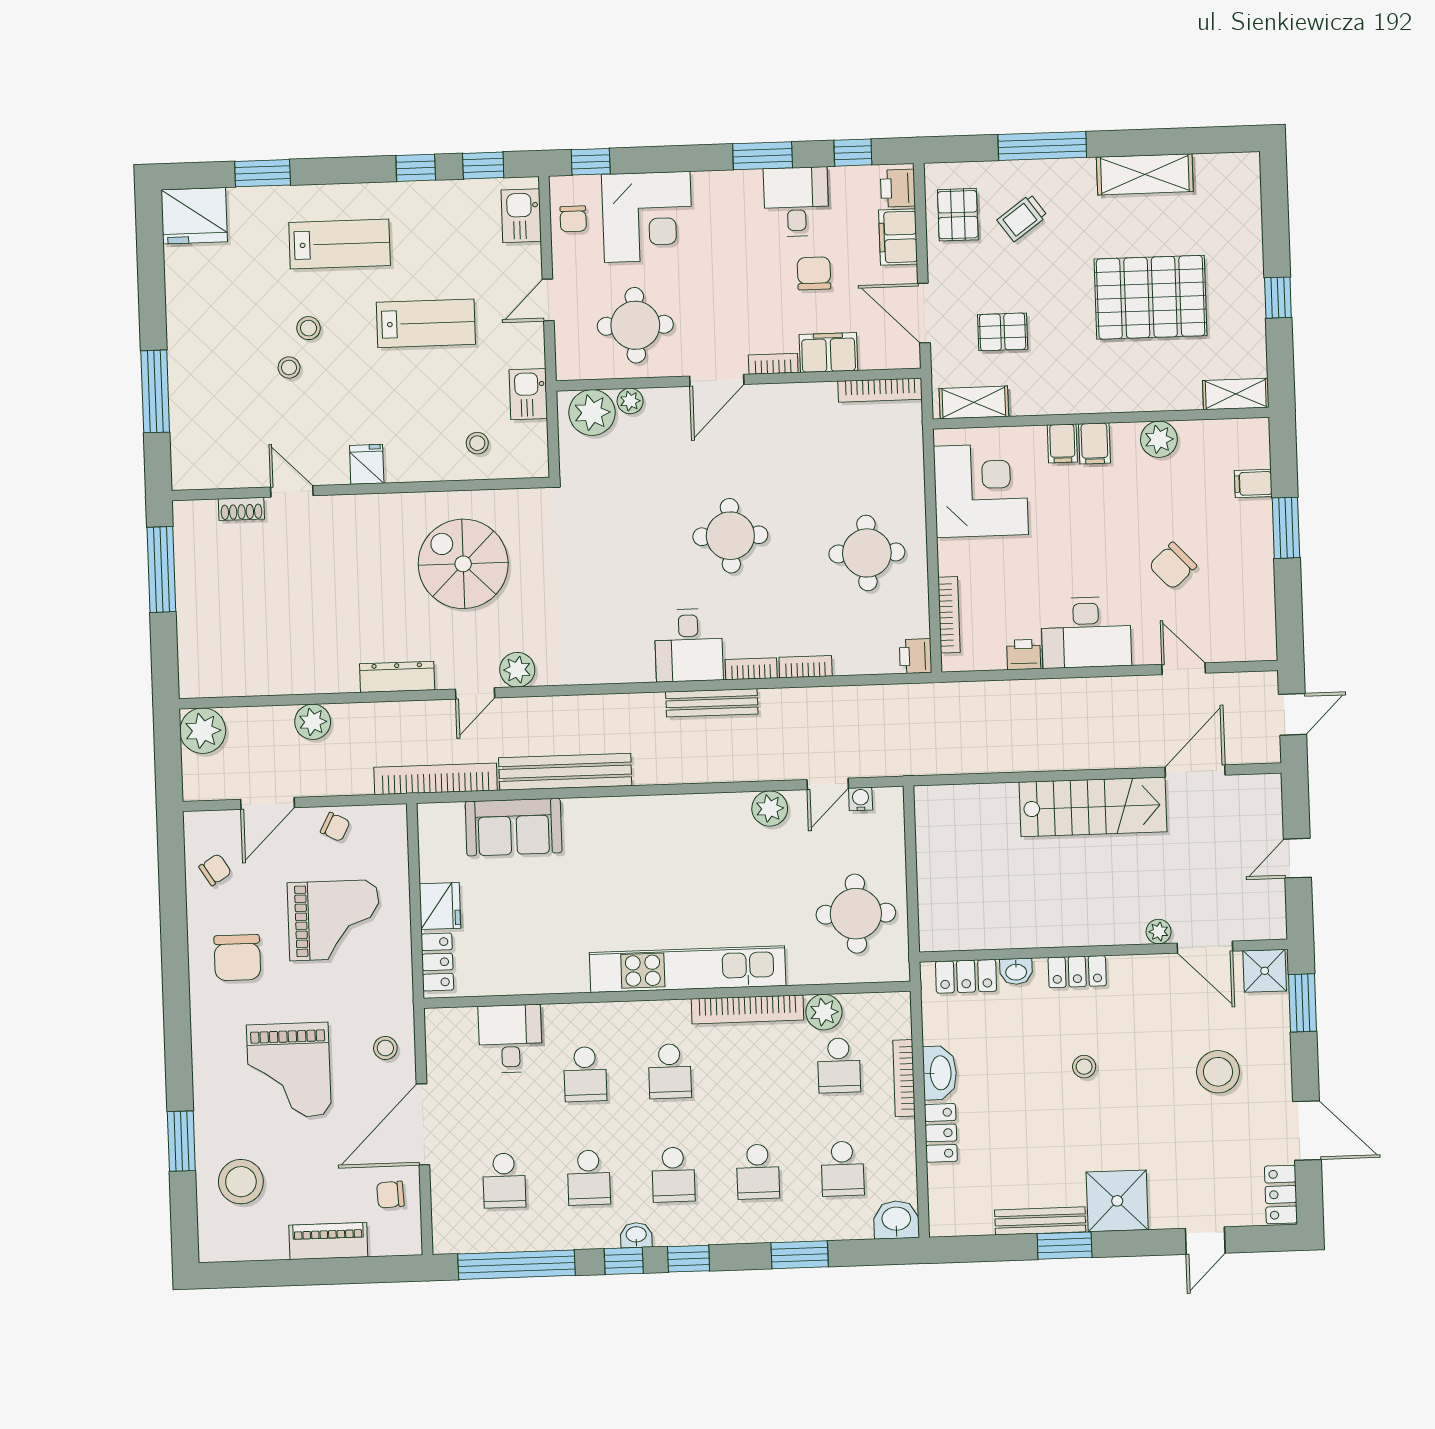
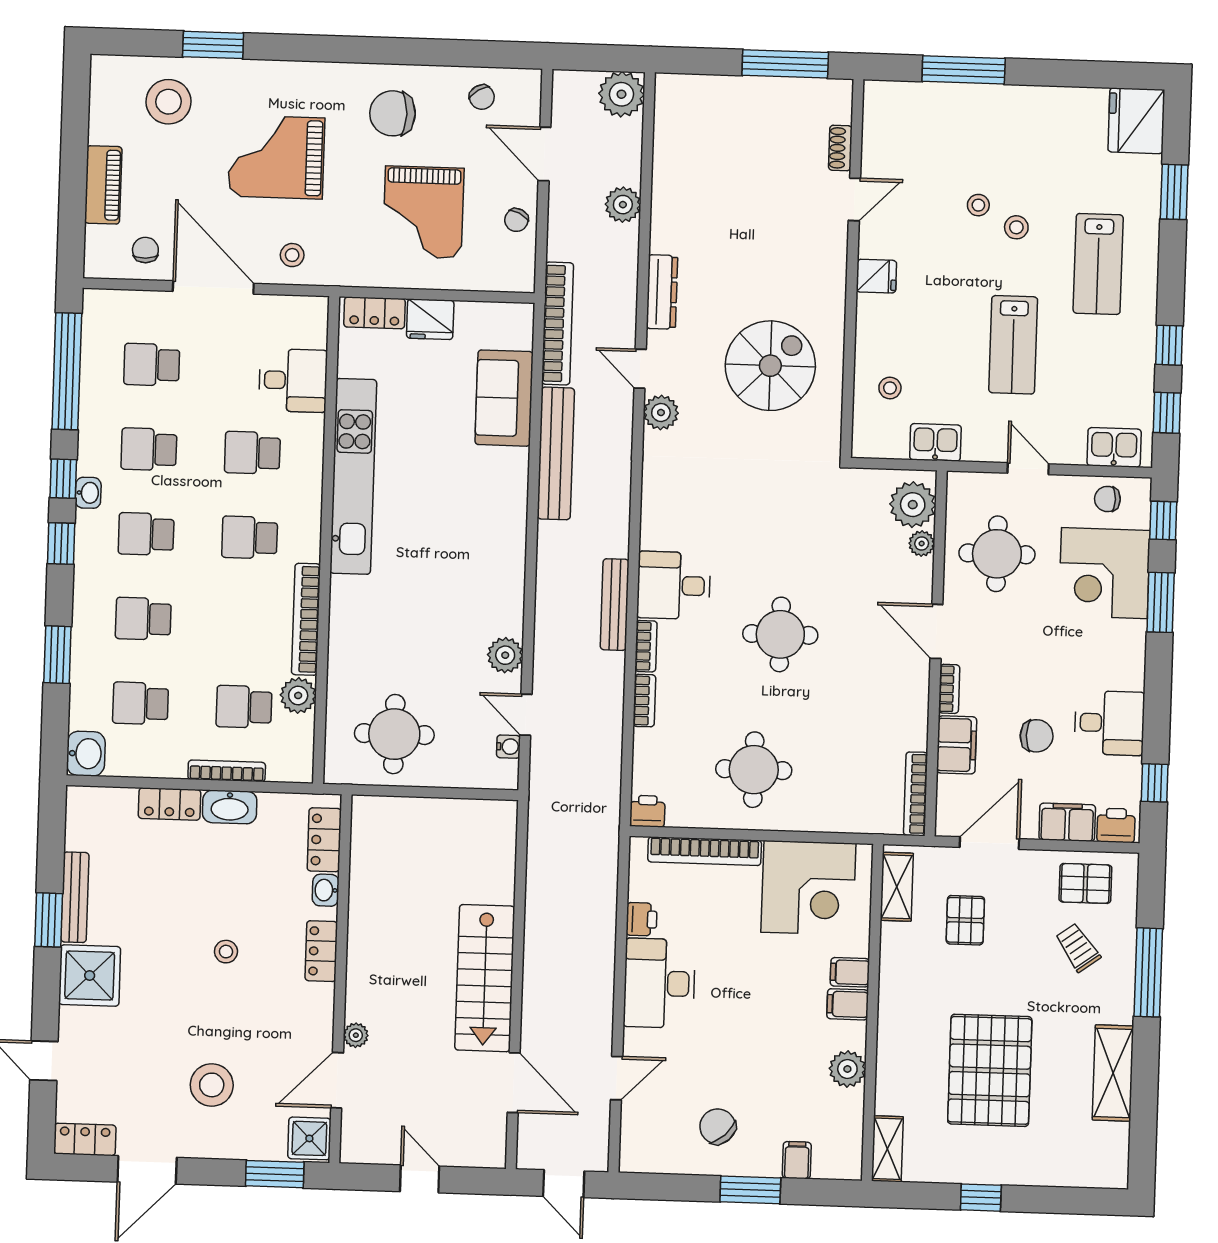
window: (763, 156) -> (1161, 602), moved
chair: (1173, 566) -> (718, 1126), moved
bookcase: (949, 615) -> (705, 851), width x1.48, depth x1.31
kitchen unit: (688, 969) -> (353, 476), moved

